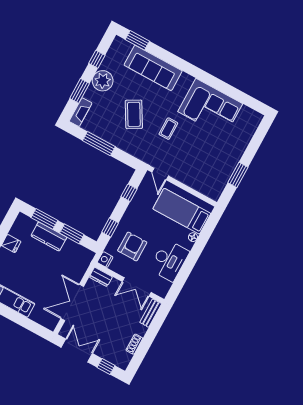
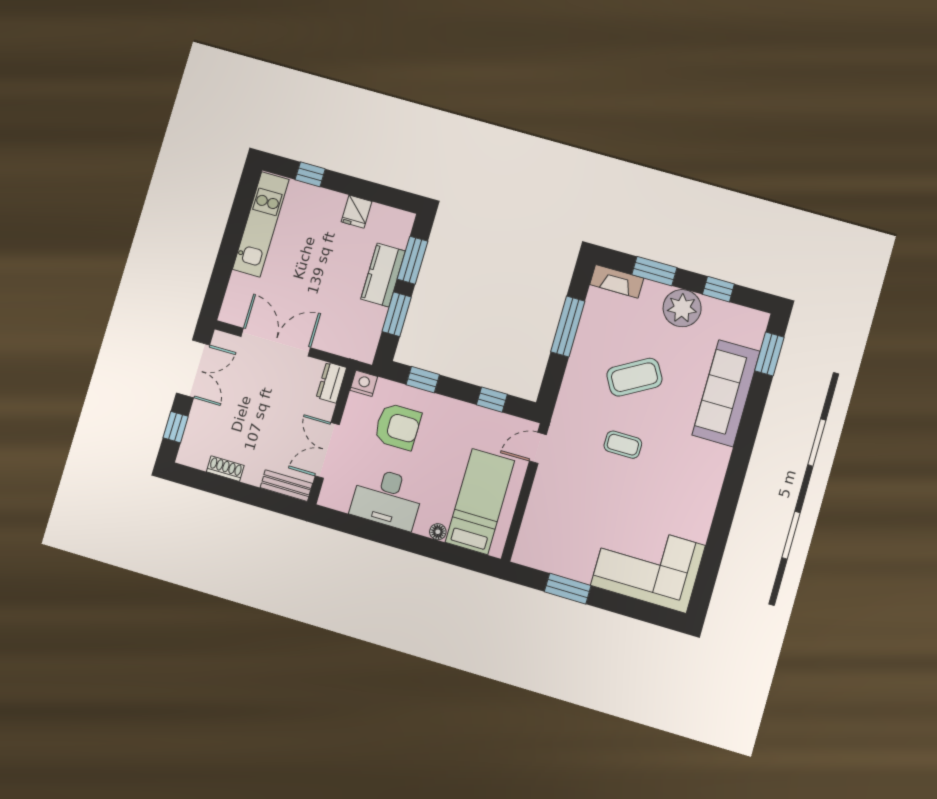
corner sofa: (210, 108) -> (648, 565), moved, turned 90

